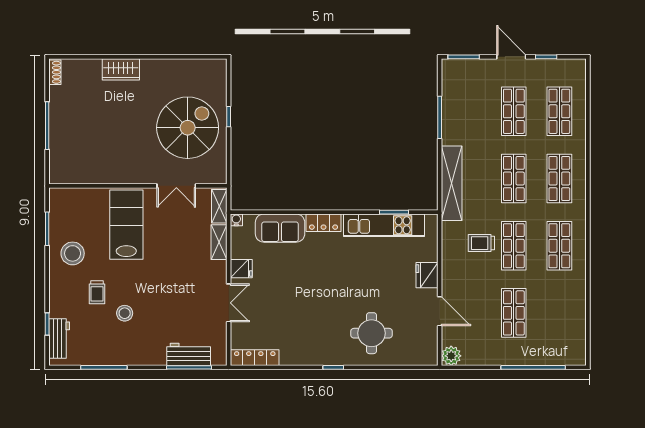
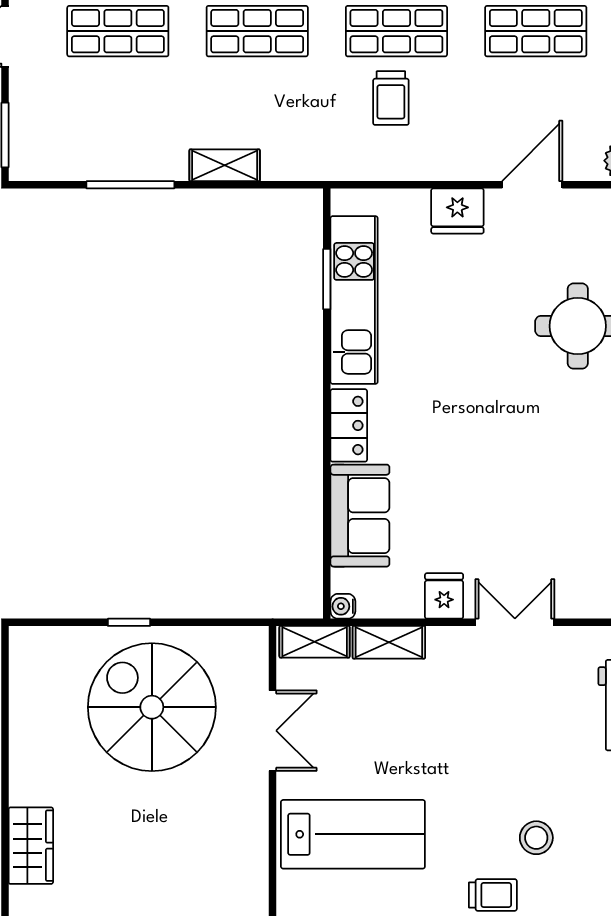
shelving: (452, 183) -> (225, 165), width x0.45, depth x0.75
lab bench: (126, 225) -> (353, 834), turned 180

